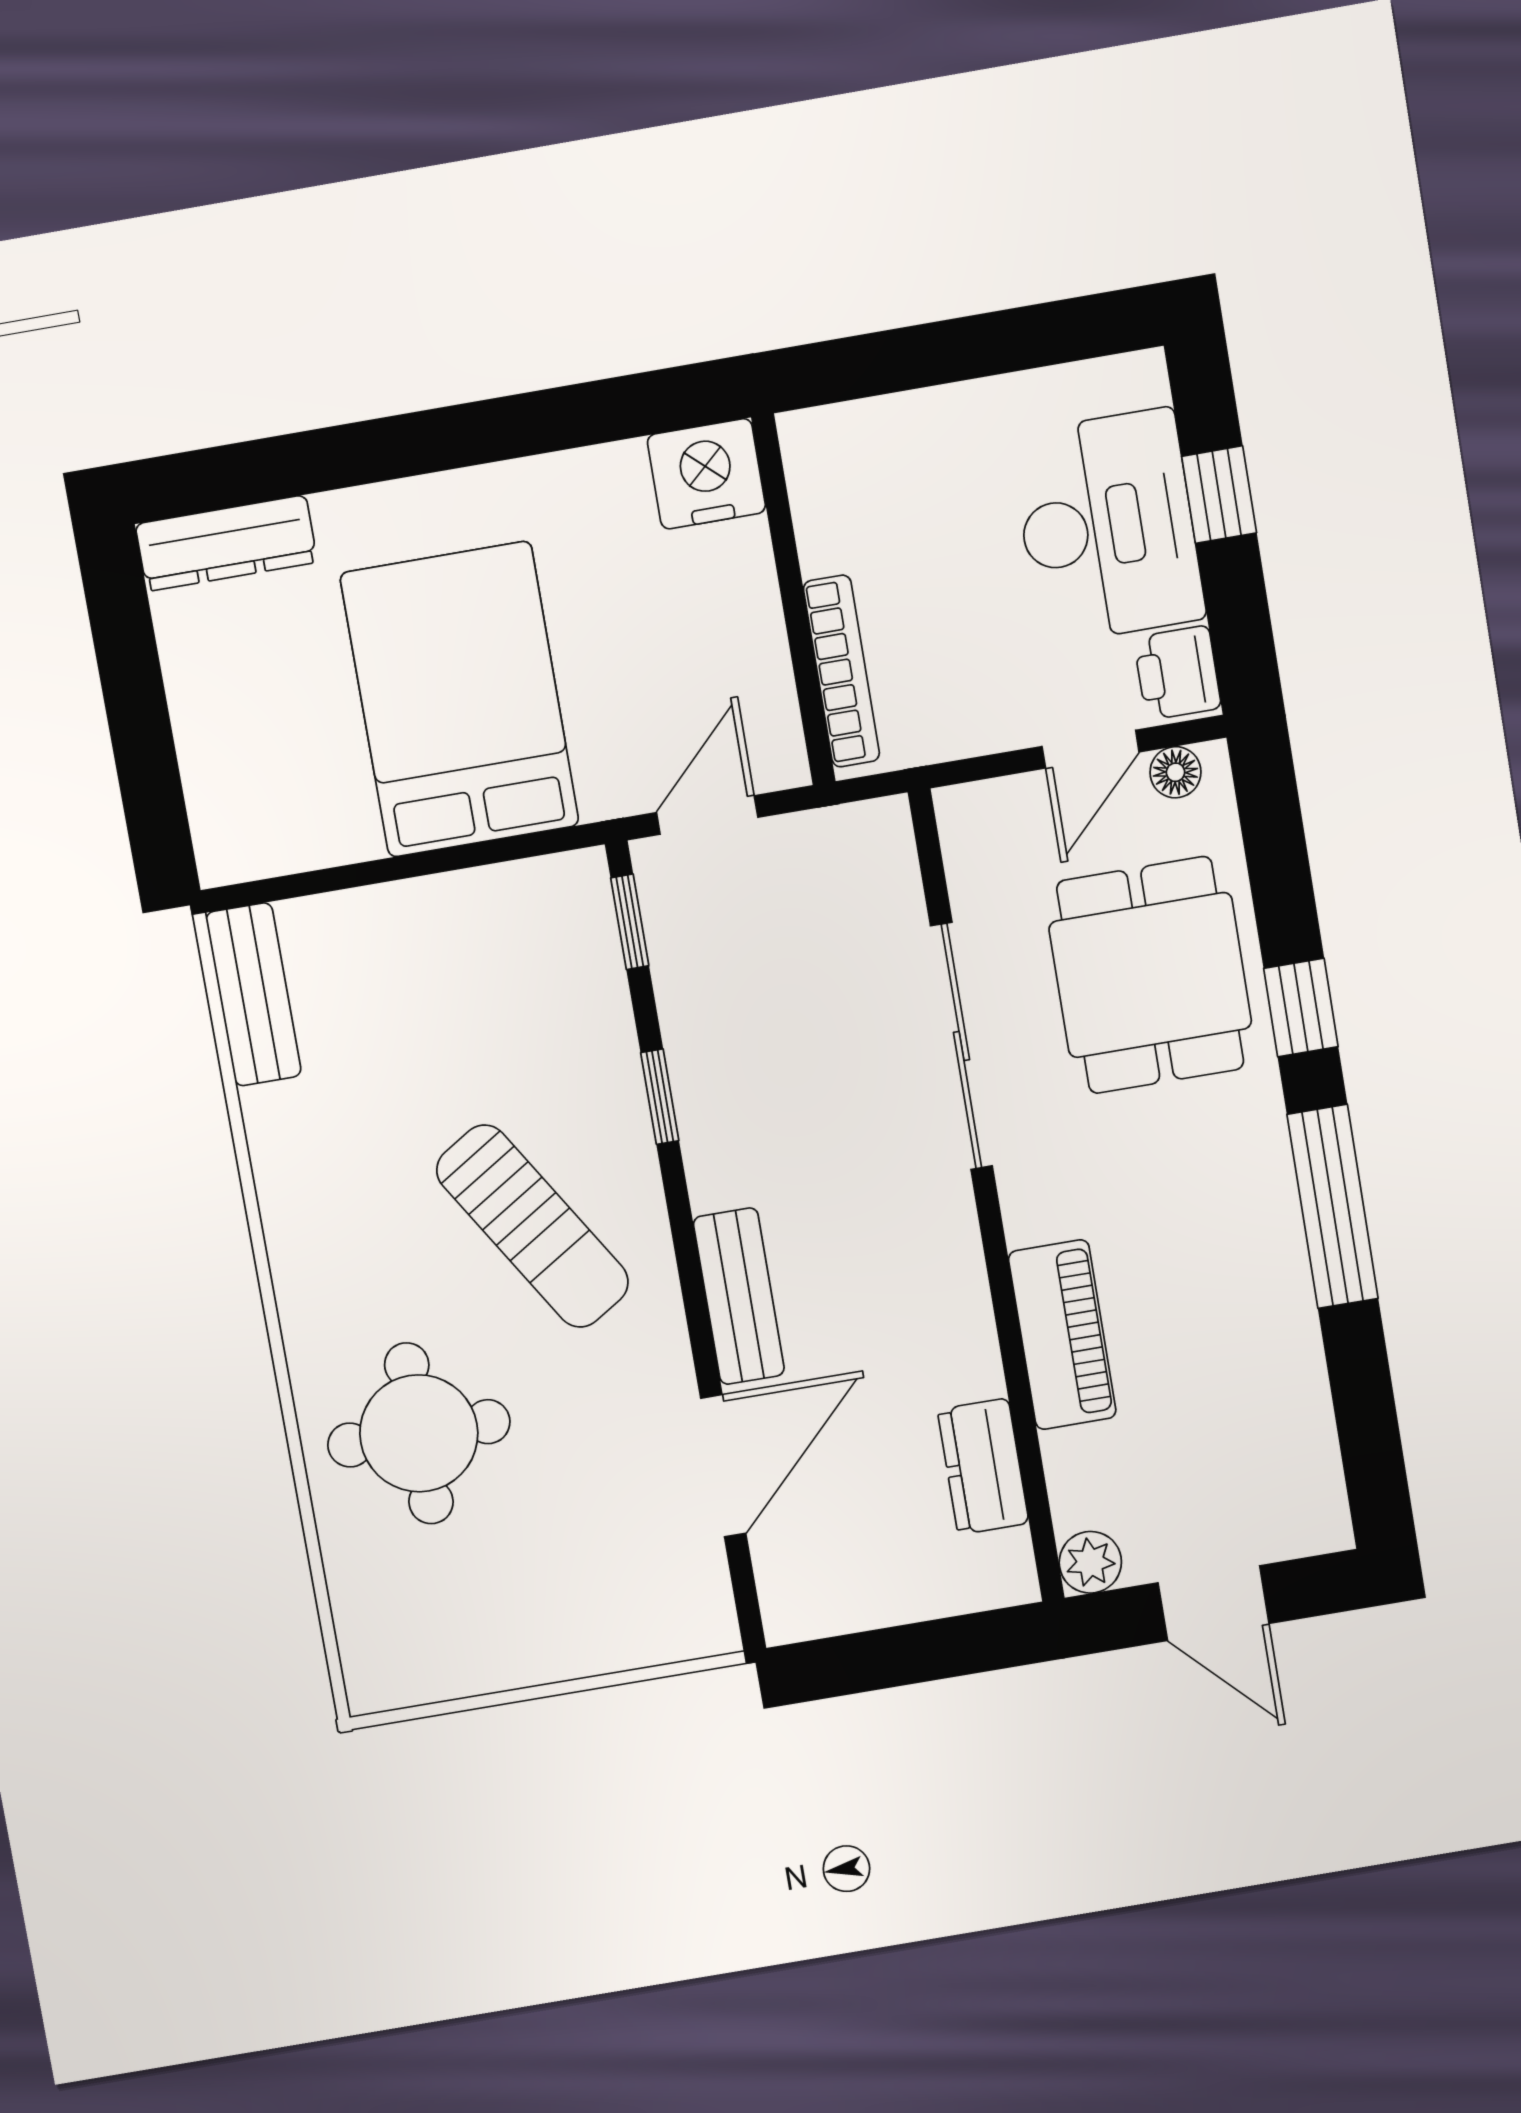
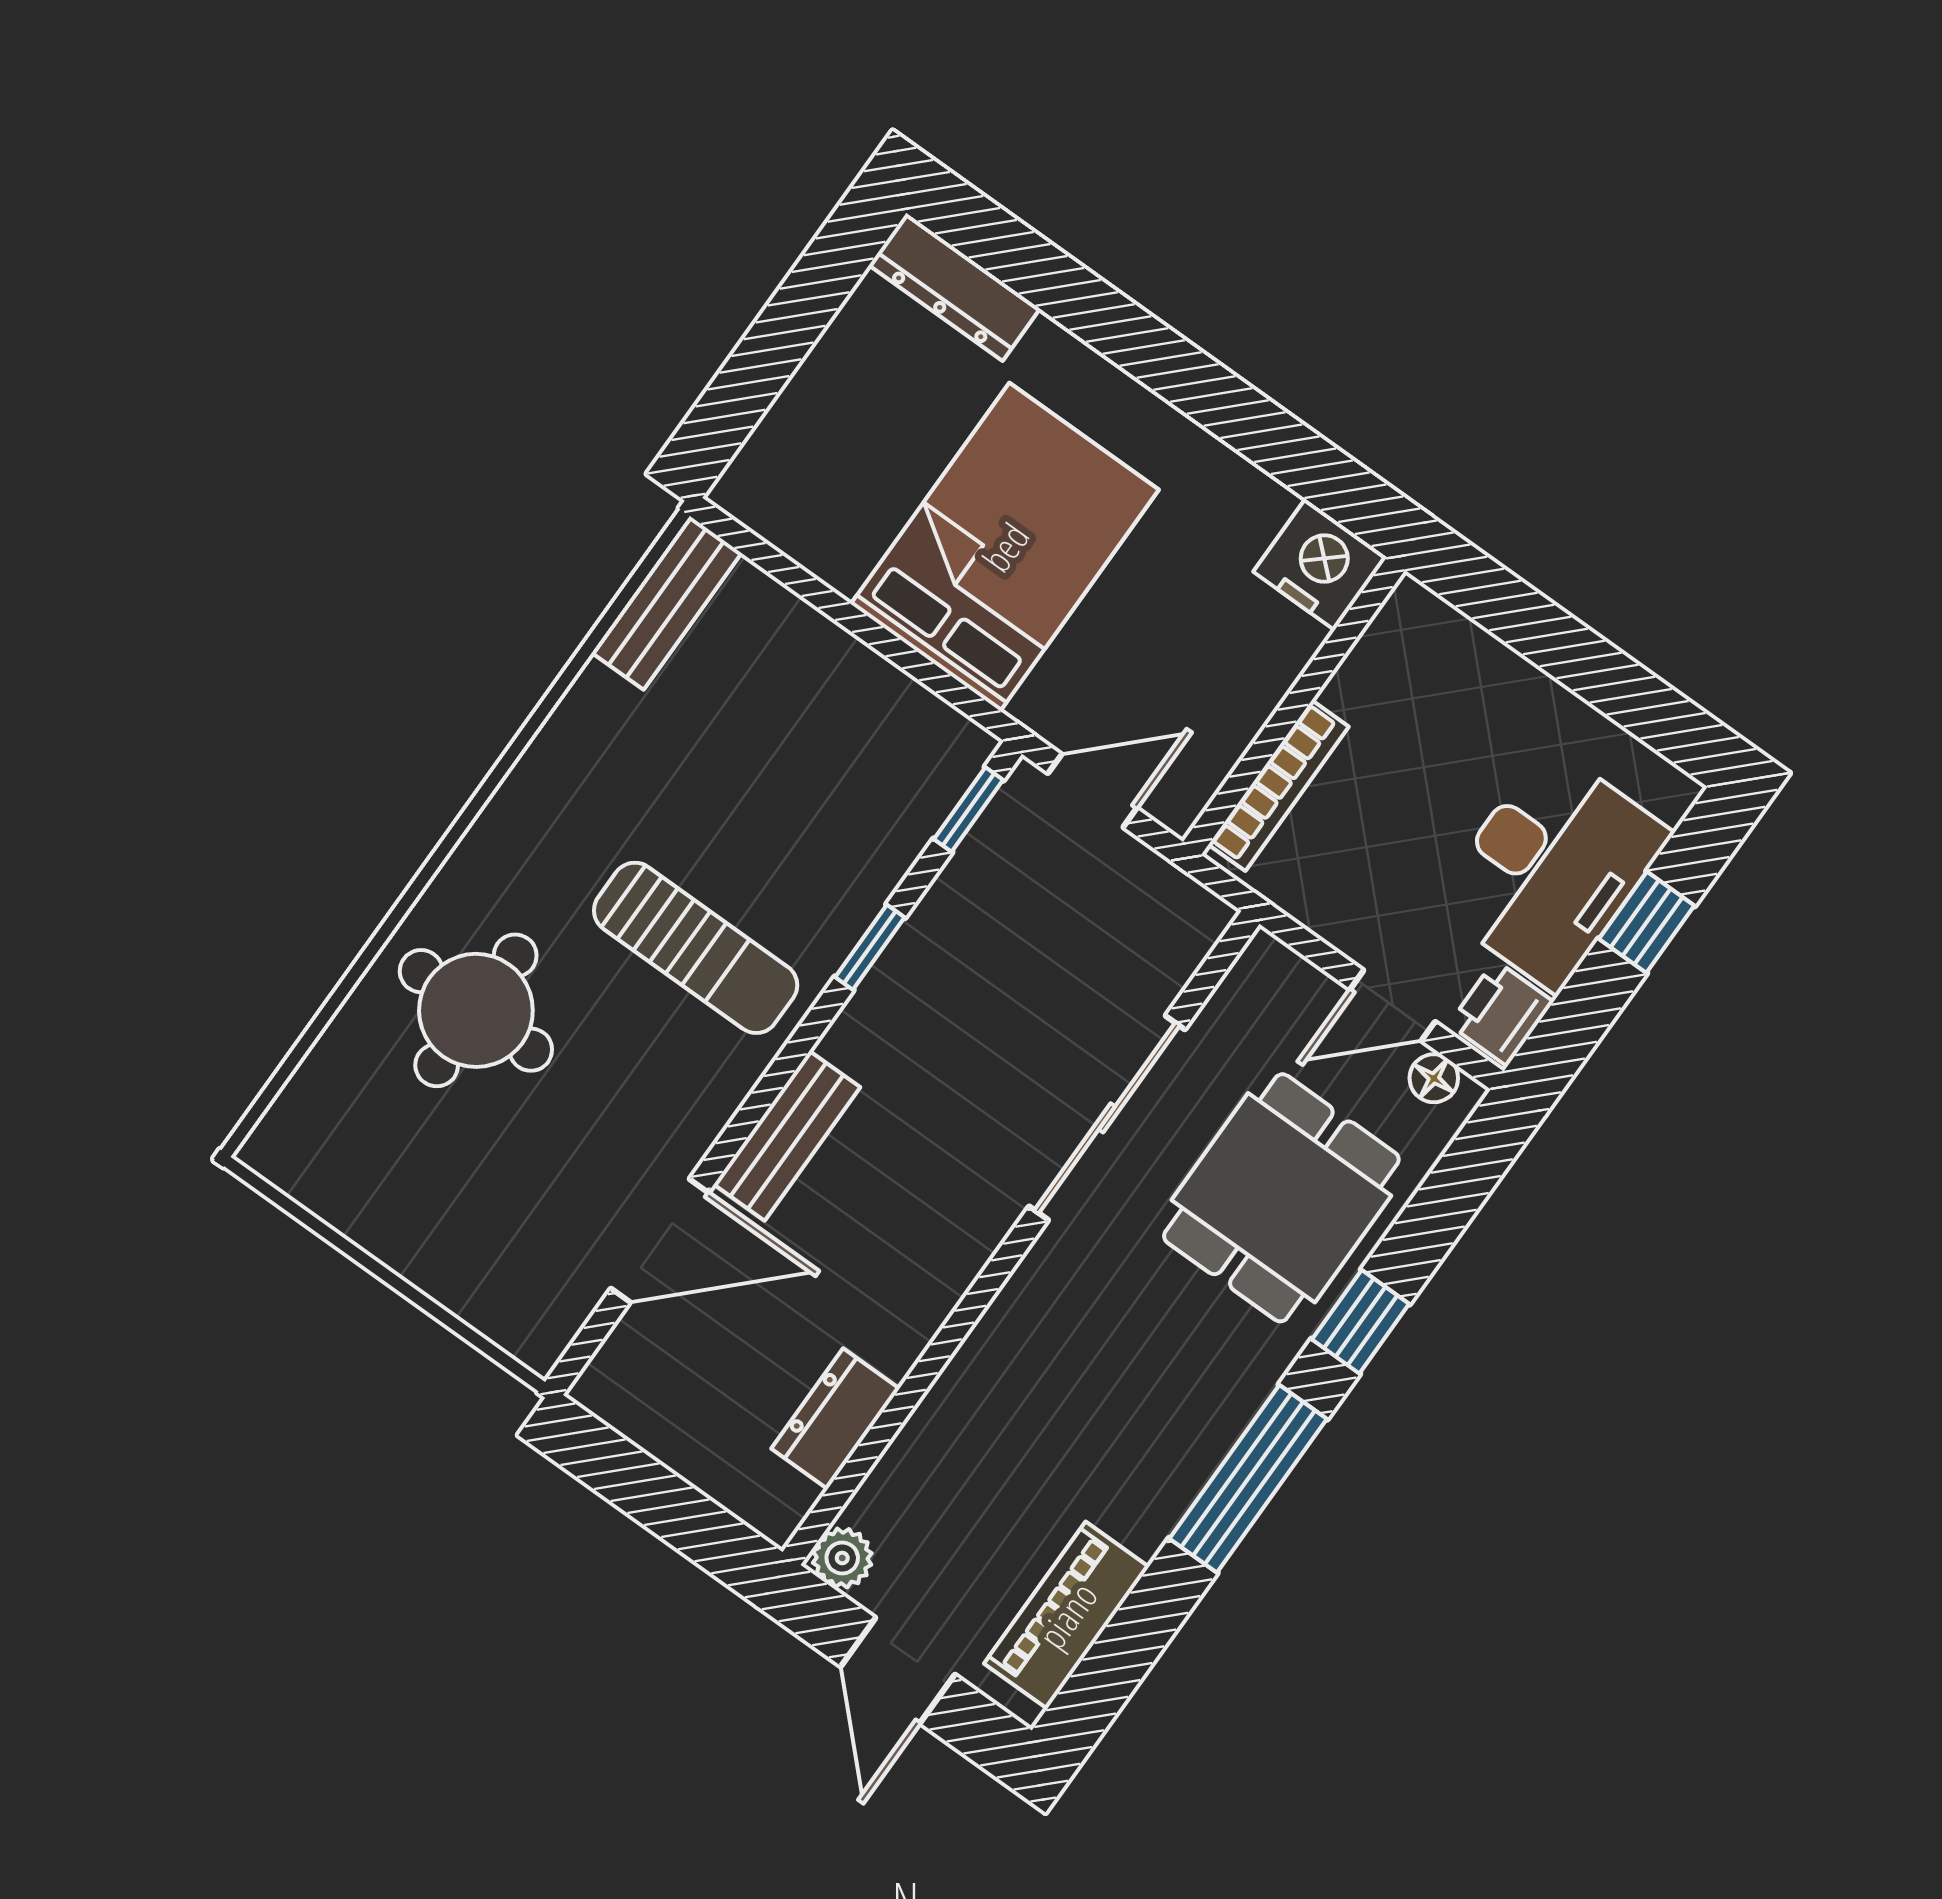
sun lounger: (532, 1226) -> (696, 948), turned -58
piano: (1062, 1335) -> (1067, 1615), moved, turned 180

